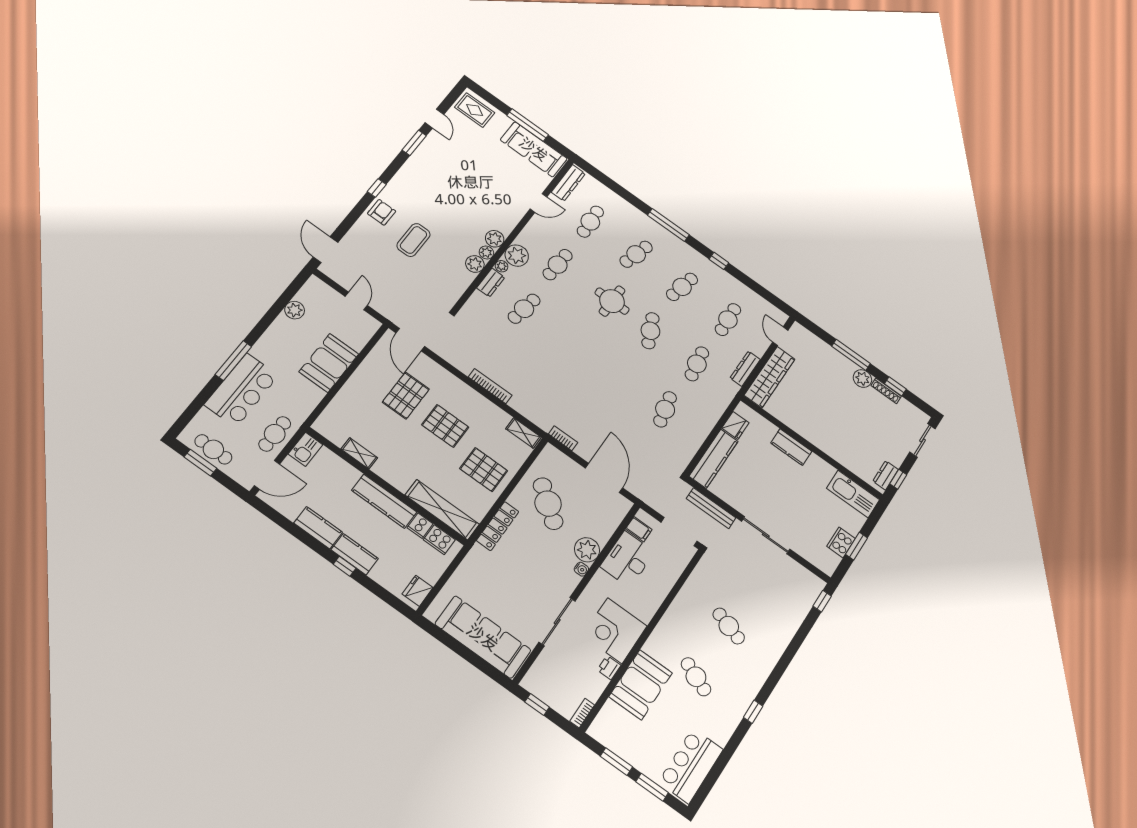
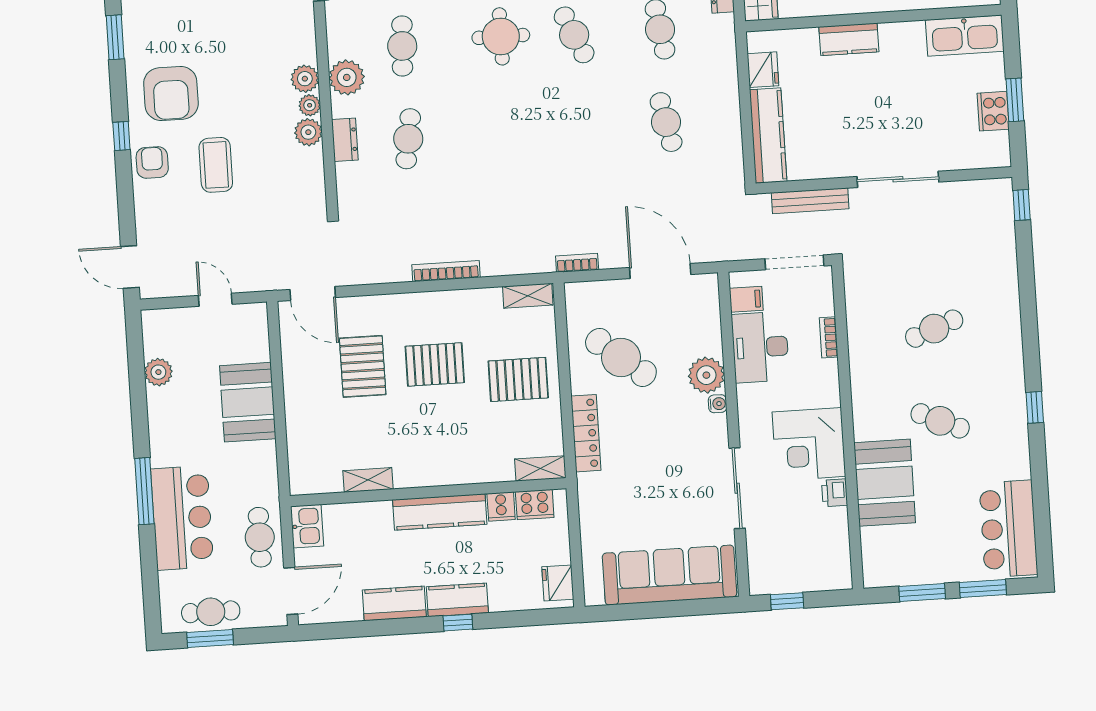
armchair: (420, 190) -> (171, 93), added
plant: (501, 266) -> (340, 107), removed
shelving: (442, 510) -> (540, 469), width x0.45, depth x0.75
cafe table: (729, 626) -> (934, 329), turned -39
bookcase: (582, 713) -> (829, 337), moved

